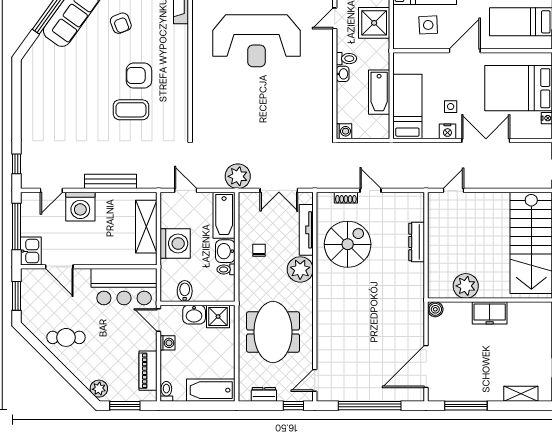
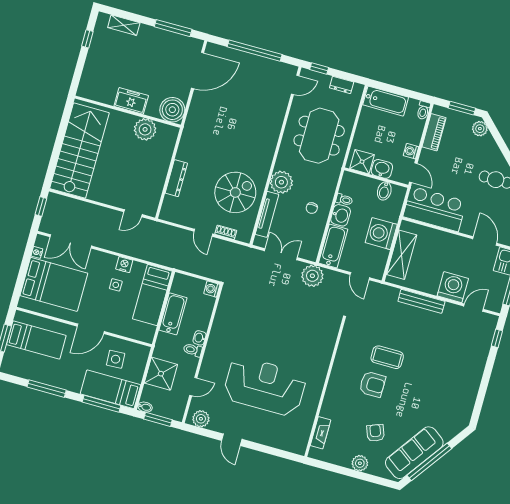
double door: (486, 141) -> (71, 241), moved
spiral stairs: (348, 244) -> (235, 192), turned 180
boiler: (435, 309) -> (172, 110), width x1.86, depth x1.86

